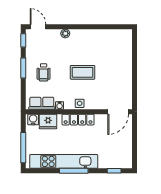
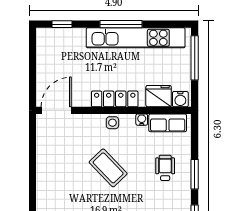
coffee table: (83, 72) -> (108, 168), turned 46

